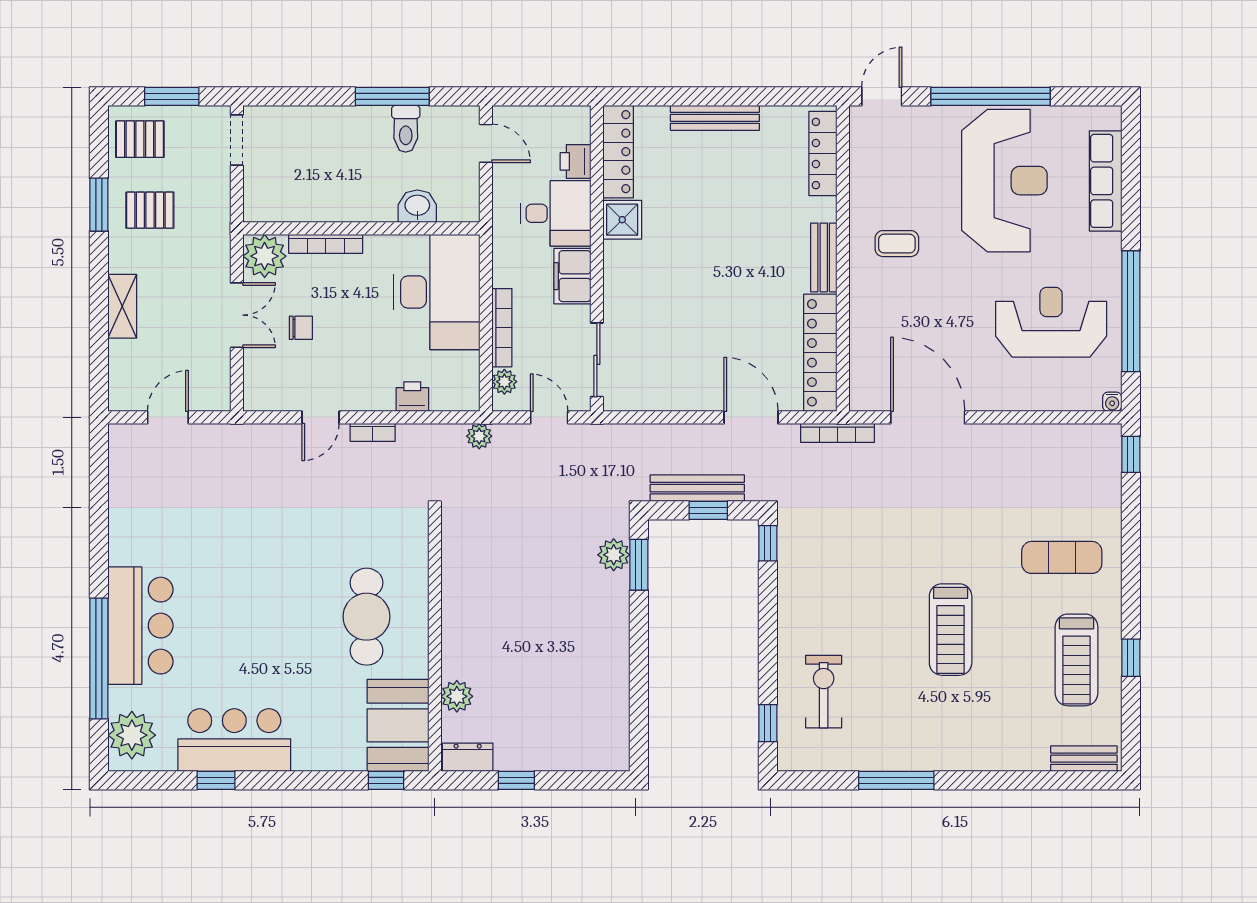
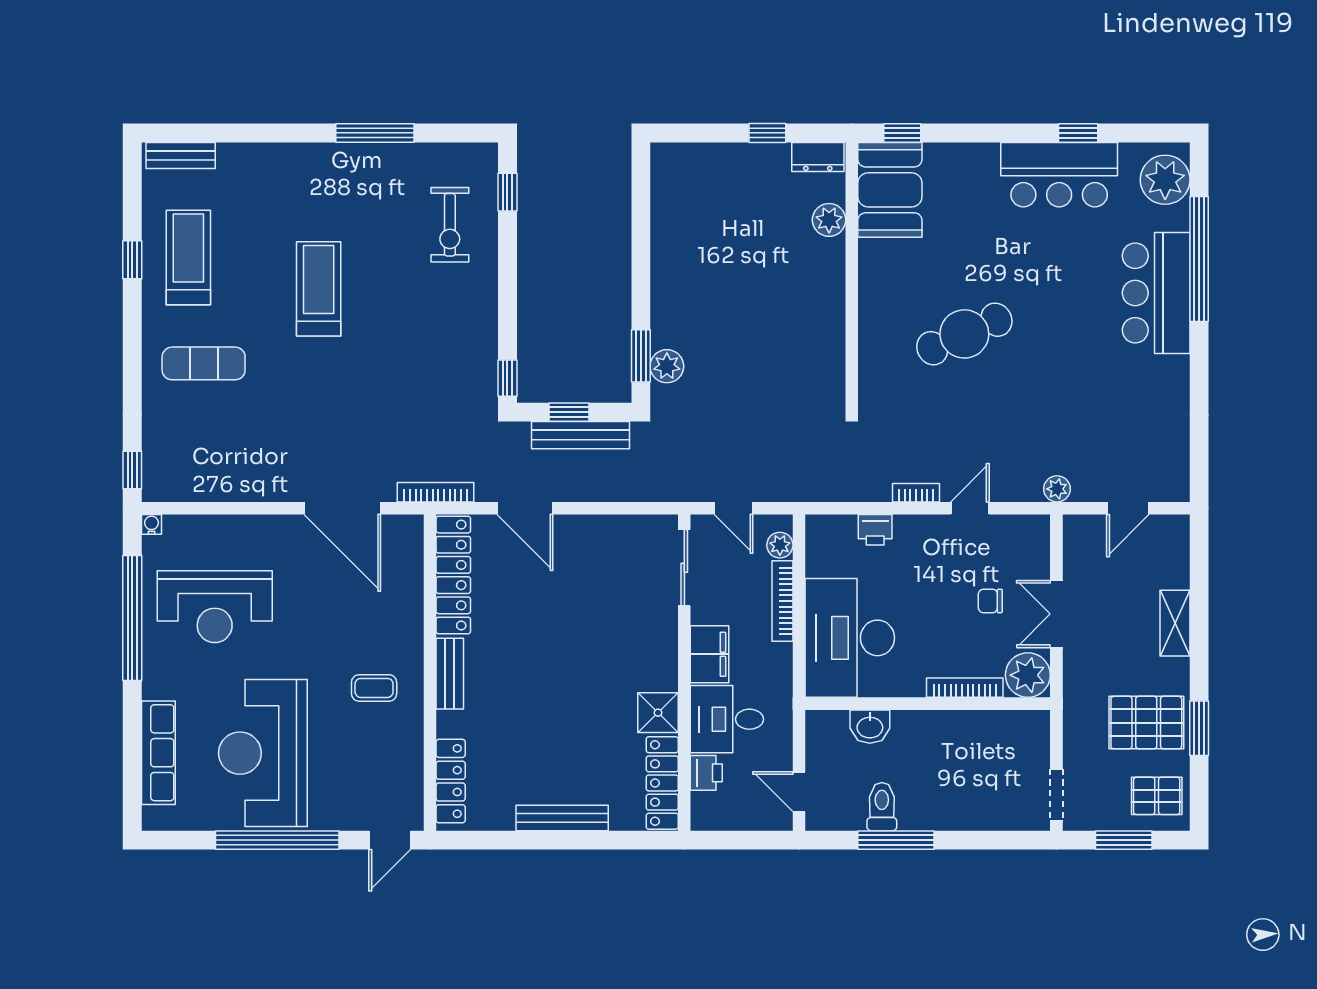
pallet: (150, 210) -> (1146, 723), width x1.50, depth x1.42
plant: (479, 436) -> (1057, 489), moved
cafe table: (366, 617) -> (964, 334), moved, turned 66

